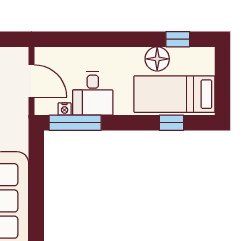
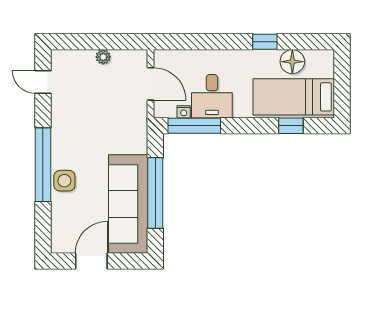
window: (178, 39) -> (265, 42), moved
floor lamp: (157, 59) -> (292, 62), moved
window: (36, 190) -> (155, 193), added

